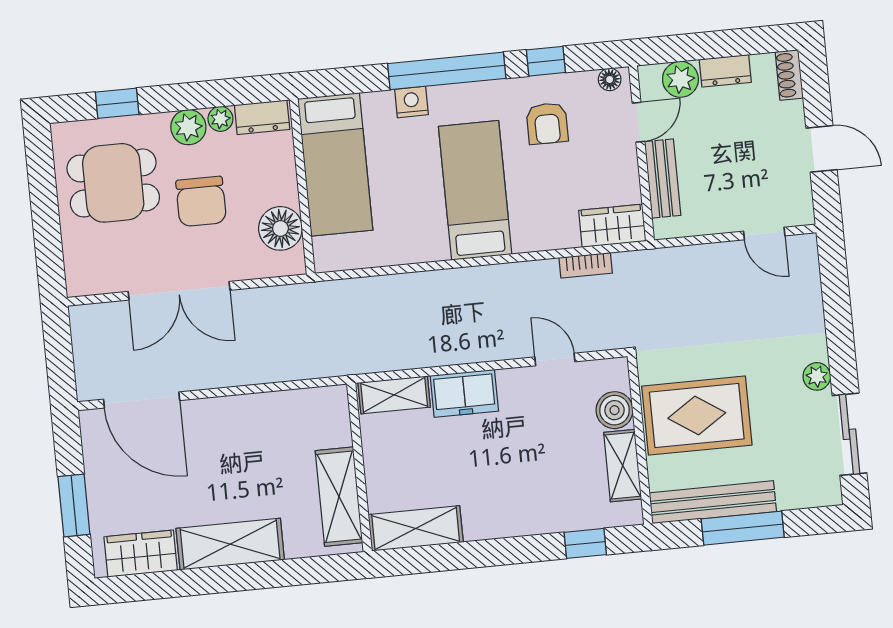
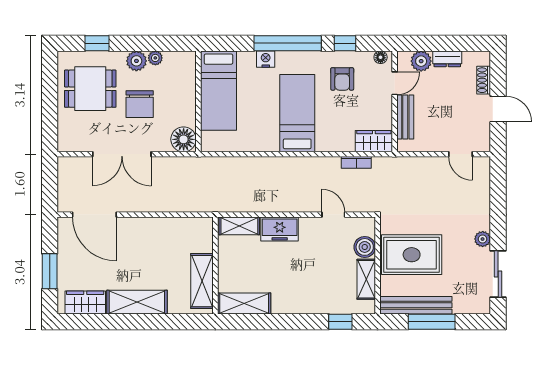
shoe rack: (789, 75) -> (484, 80), moved
dresser: (262, 117) -> (179, 59), removed
floor lamp: (280, 228) -> (184, 139), moved

